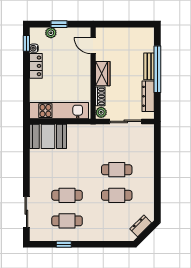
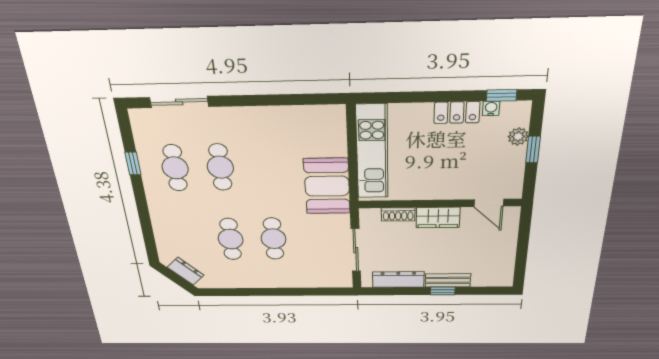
door: (93, 46) -> (489, 203), swing flipped
window: (157, 69) -> (443, 291), width x0.32
plant: (101, 112) -> (370, 216), removed
booth: (48, 136) -> (327, 186), moved

